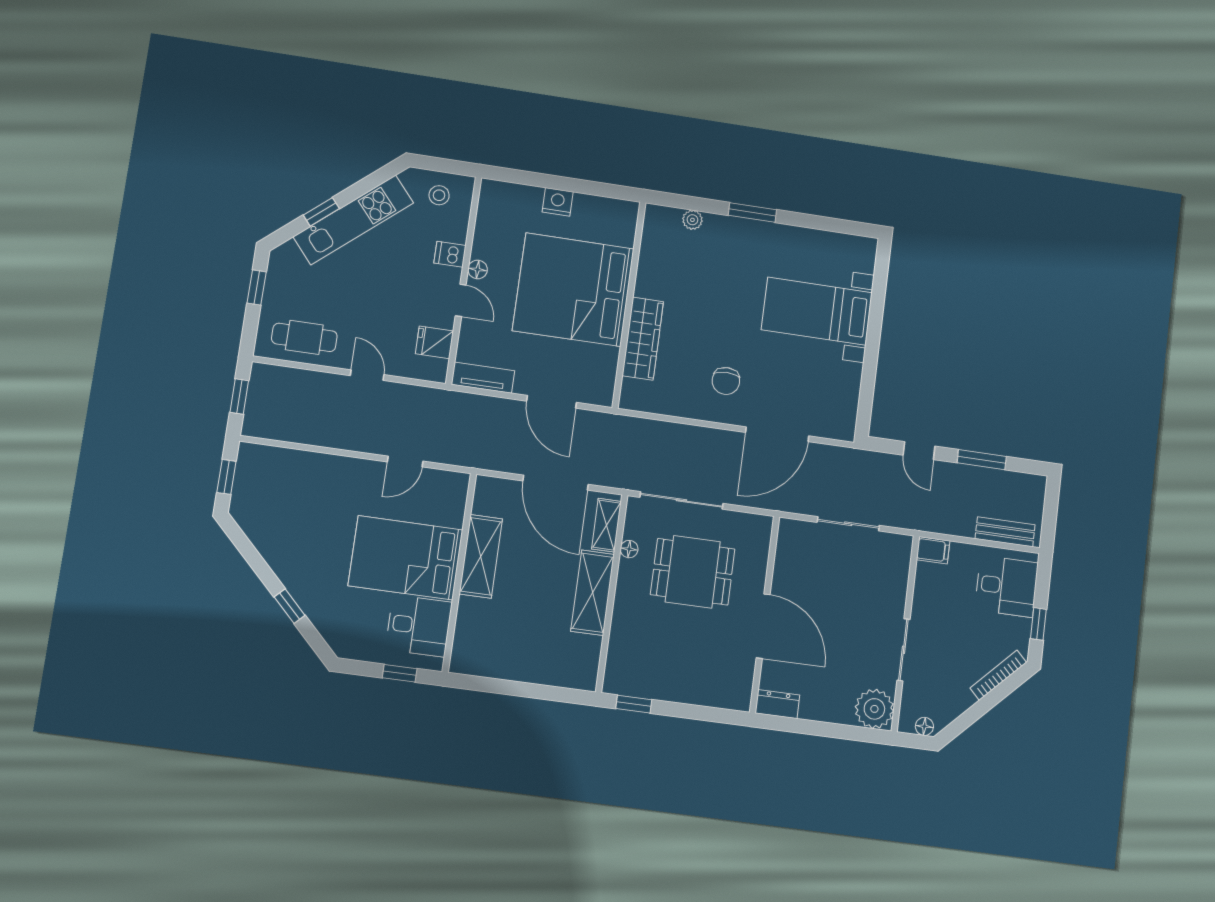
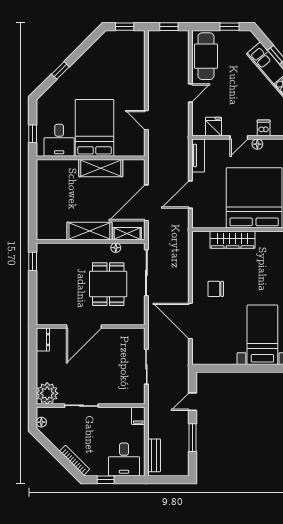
cafe table: (304, 337) -> (206, 56), width x1.37, depth x1.35

